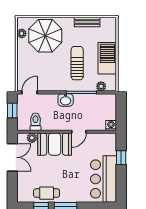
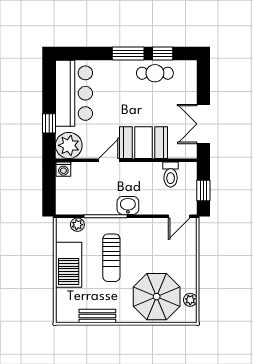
plant: (32, 138) -> (69, 145), moved, width x1.88, depth x1.88

